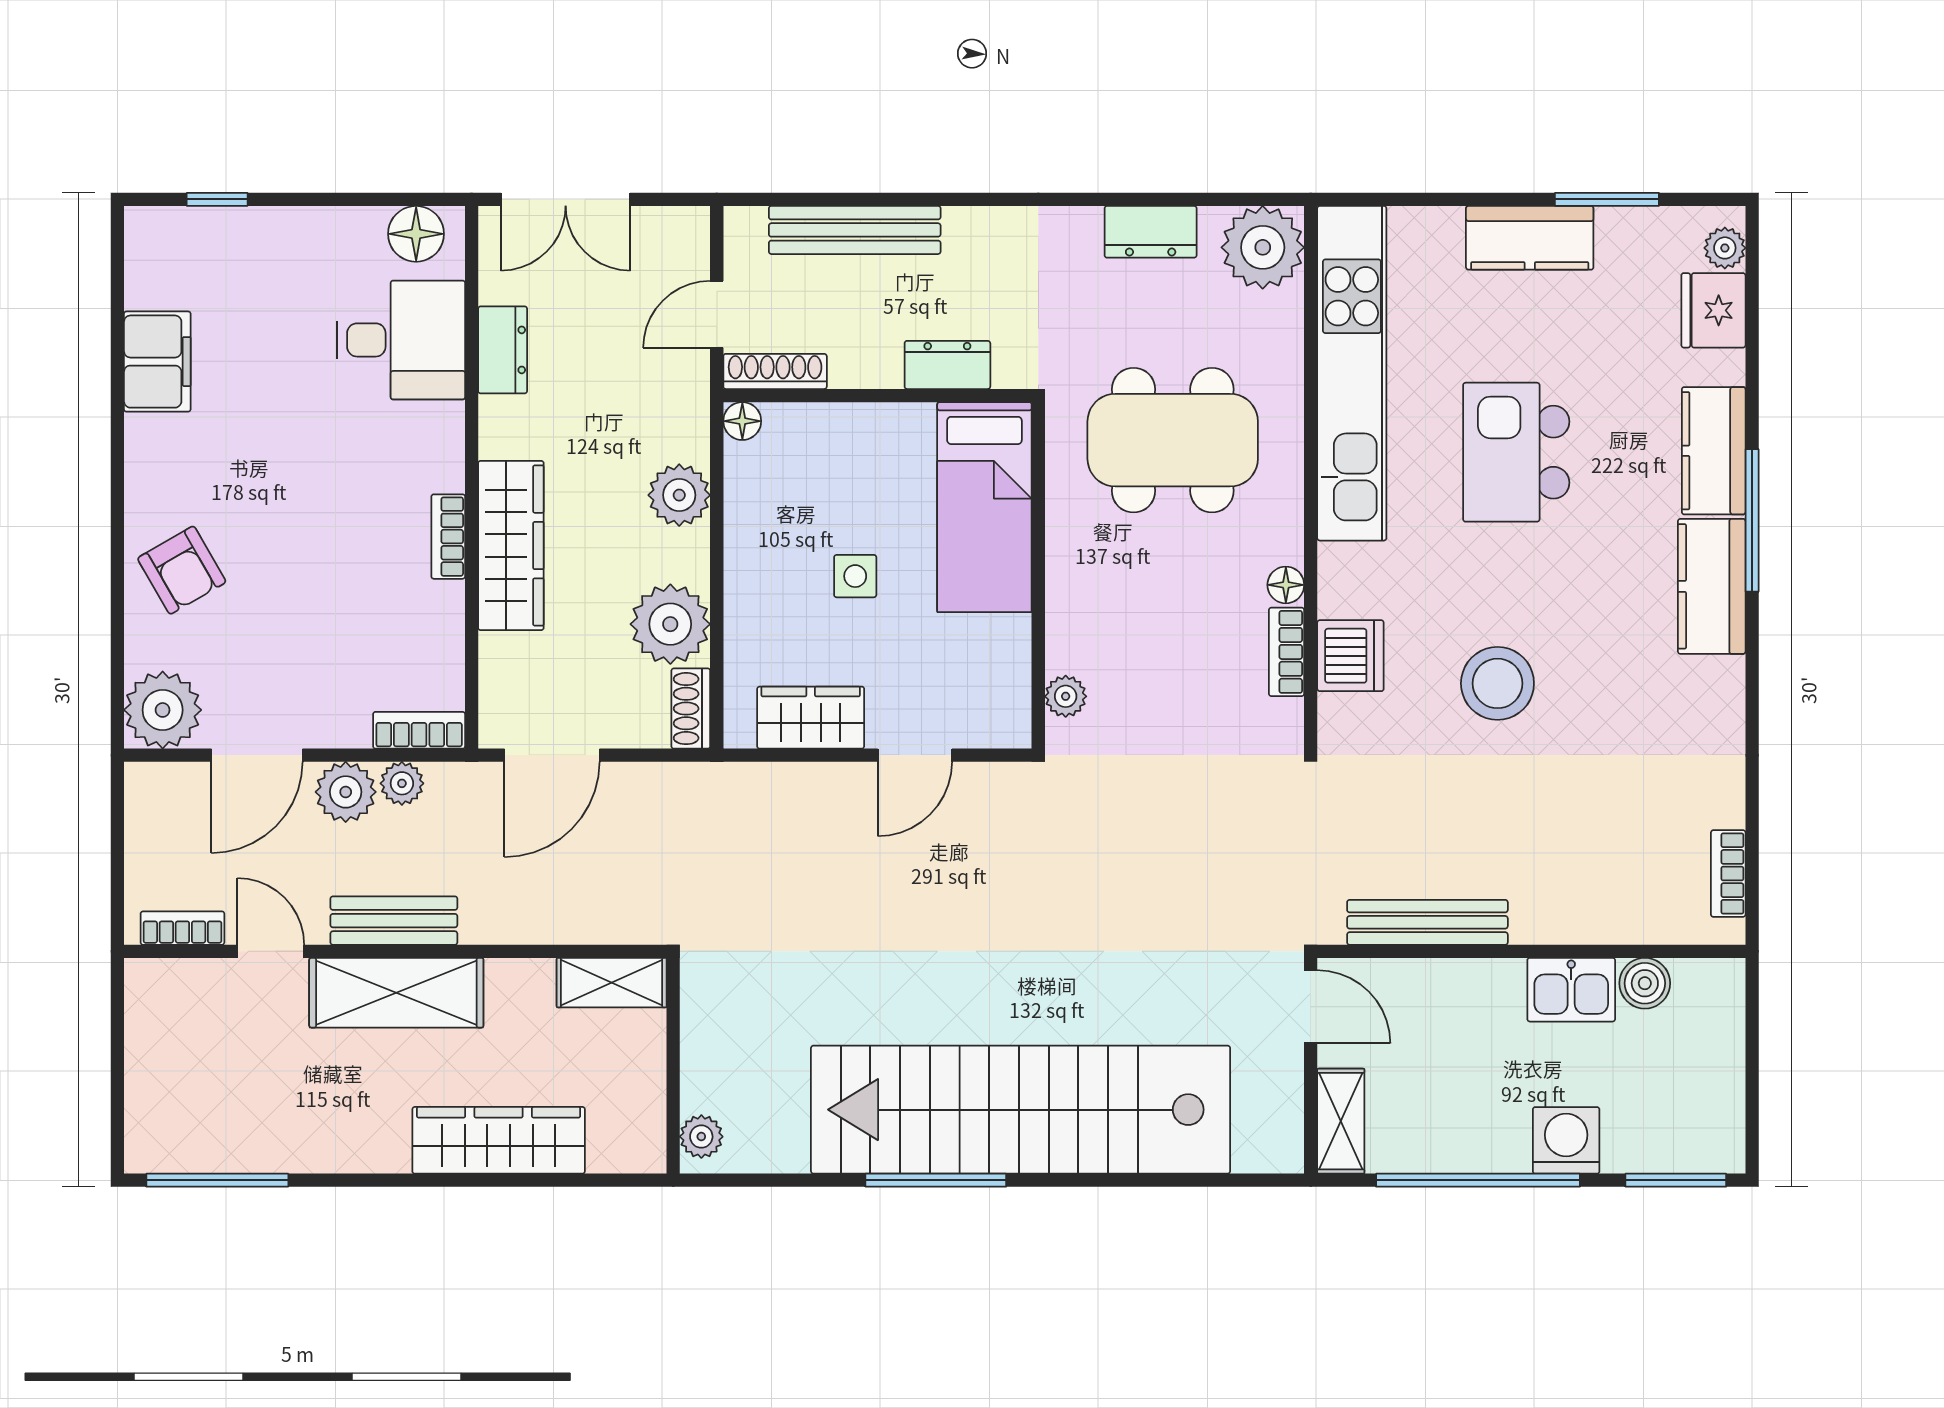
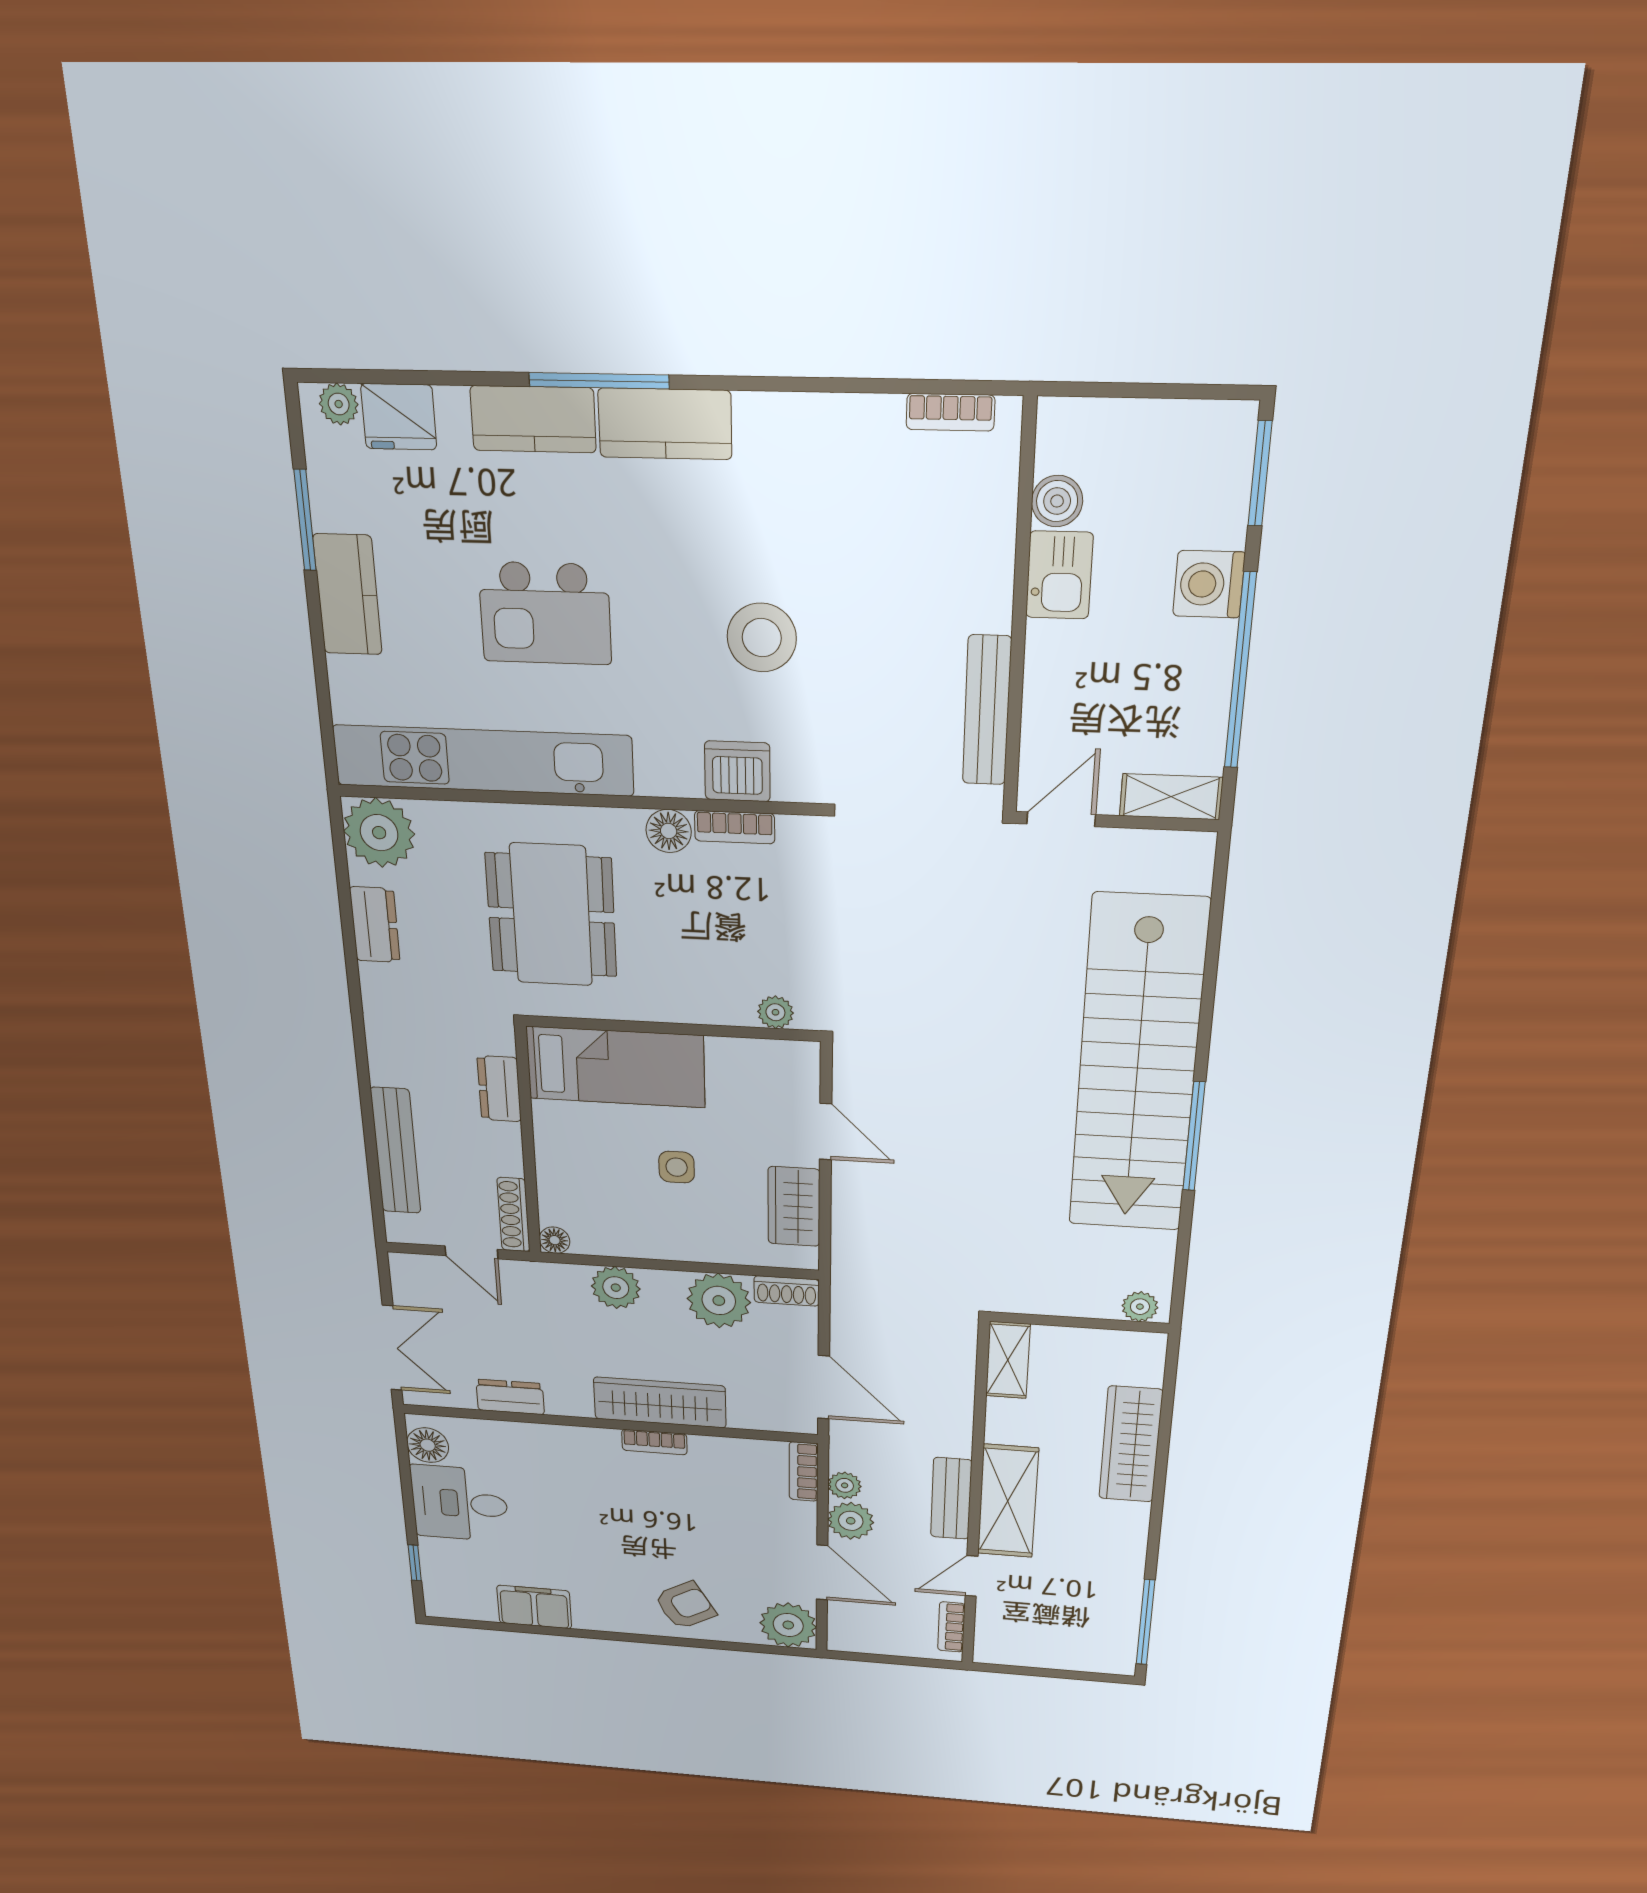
desk: (401, 340) -> (460, 1503), moved, turned -90
floor lamp: (1286, 585) -> (669, 831), width x1.37, depth x1.37

